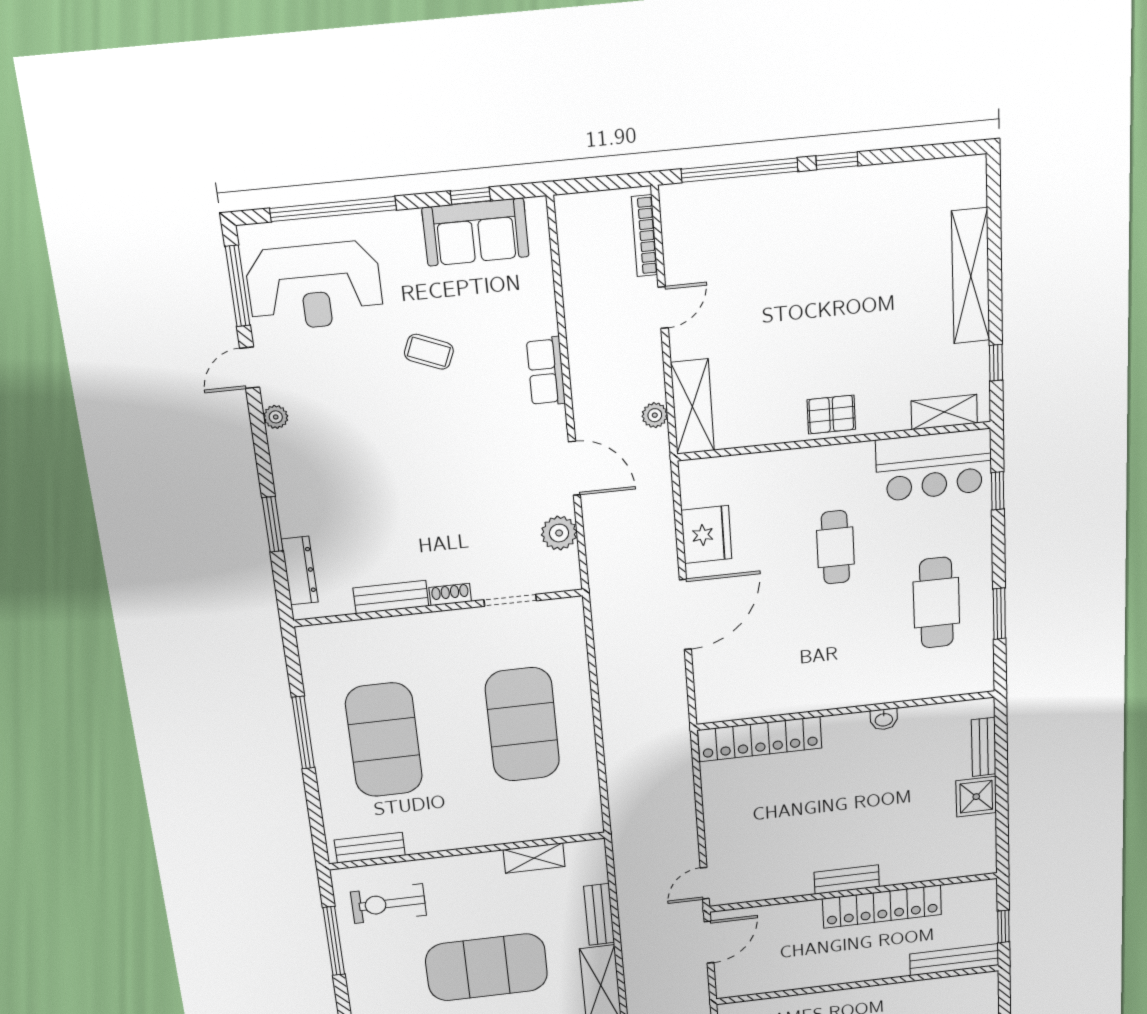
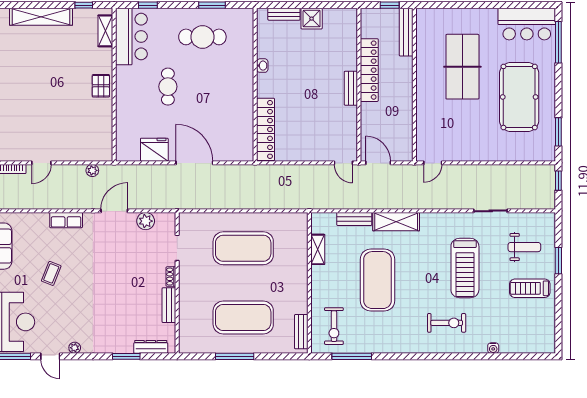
door: (663, 307) -> (41, 163), swing flipped
shelving: (692, 407) -> (90, 152), removed
cafe table: (835, 547) -> (168, 87), turned 90

